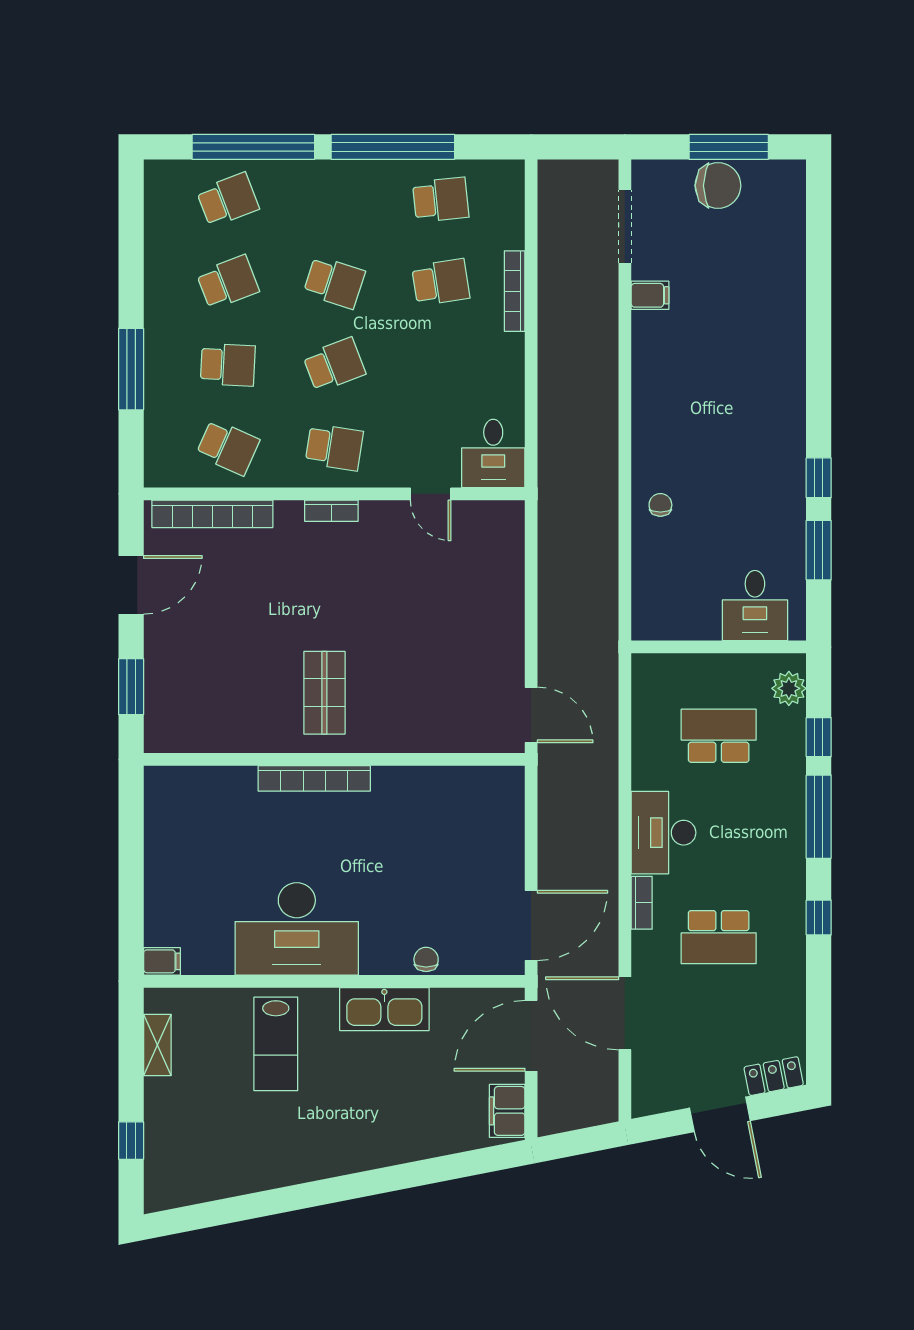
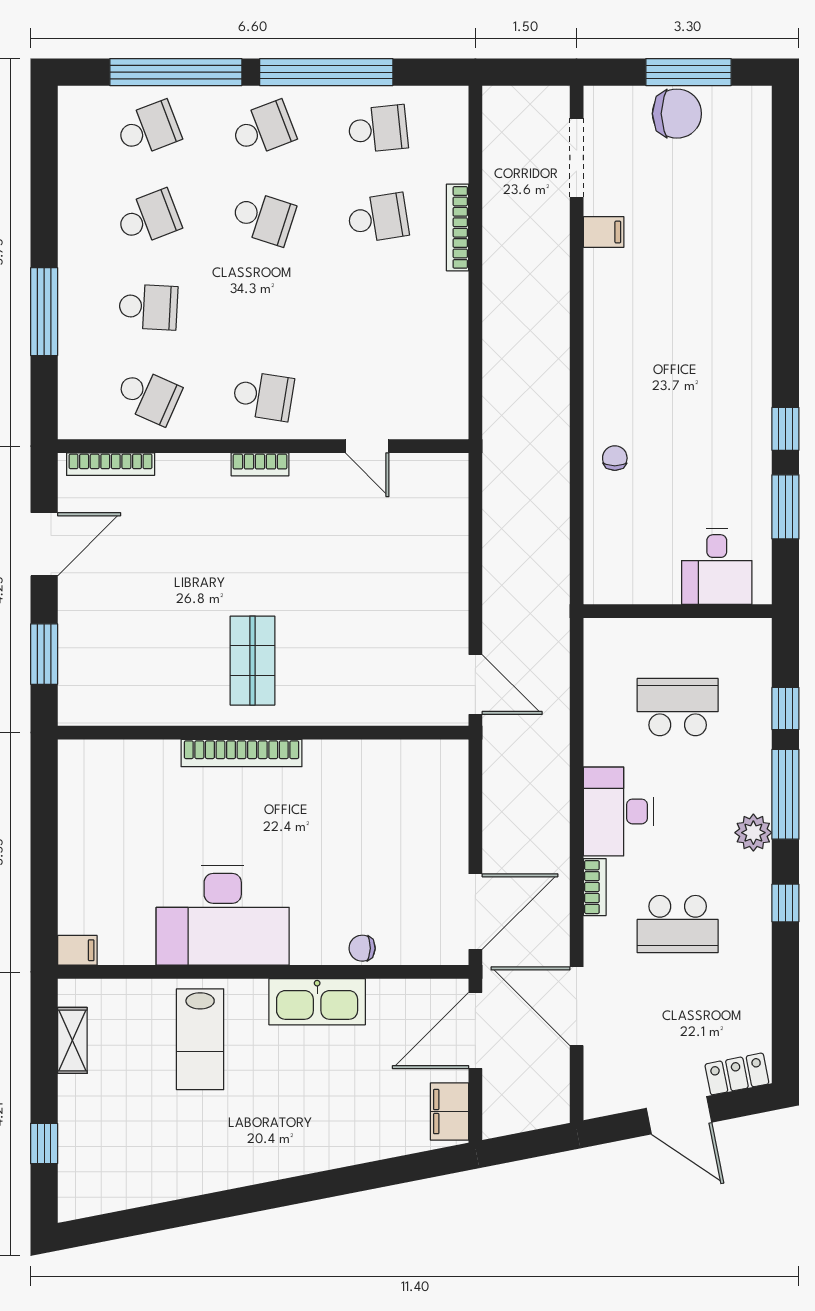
school desk: (334, 365) -> (263, 129), moved
desk: (493, 453) -> (435, 403), removed
bookcase: (212, 514) -> (111, 464), width x0.68, depth x0.76
plant: (789, 688) -> (753, 833), moved
chair: (426, 959) -> (362, 948), turned -88

